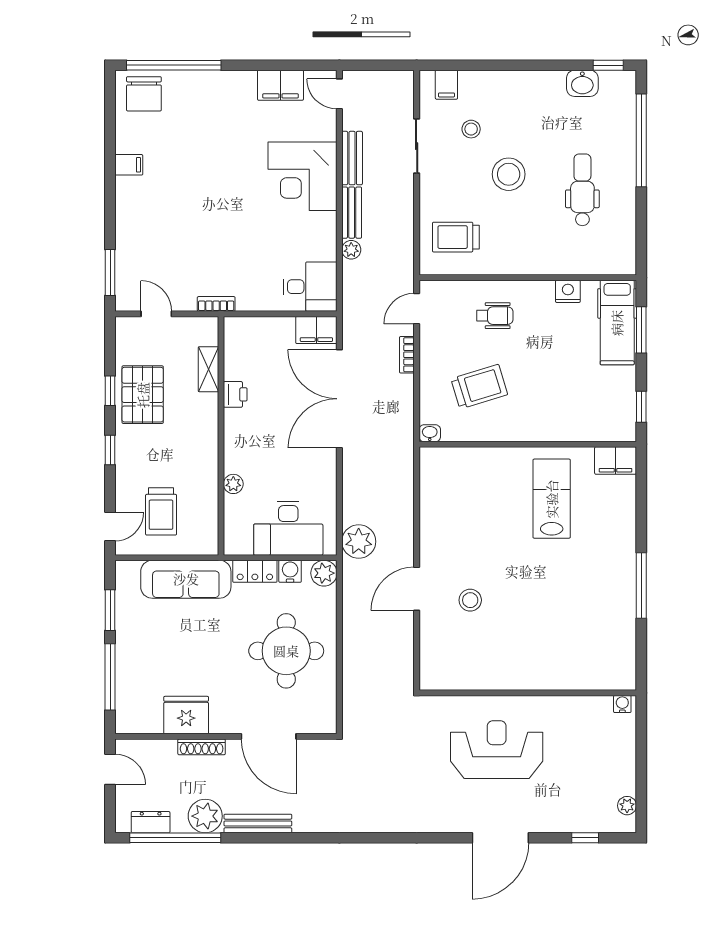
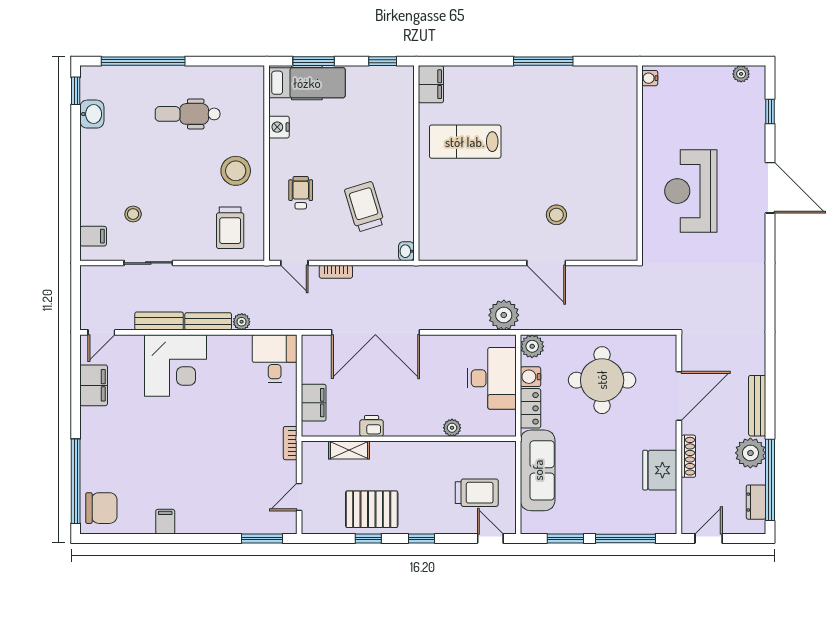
stool: (509, 174) -> (236, 171), moved
filing cabinet: (316, 330) -> (314, 403), moved

